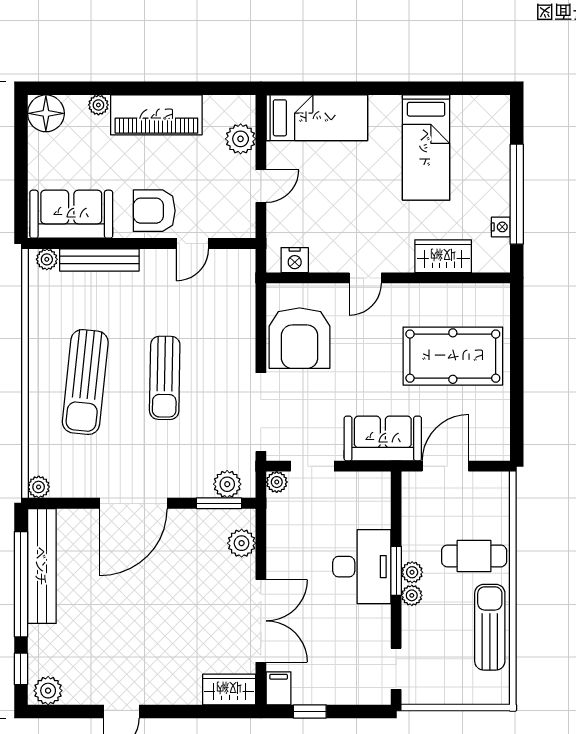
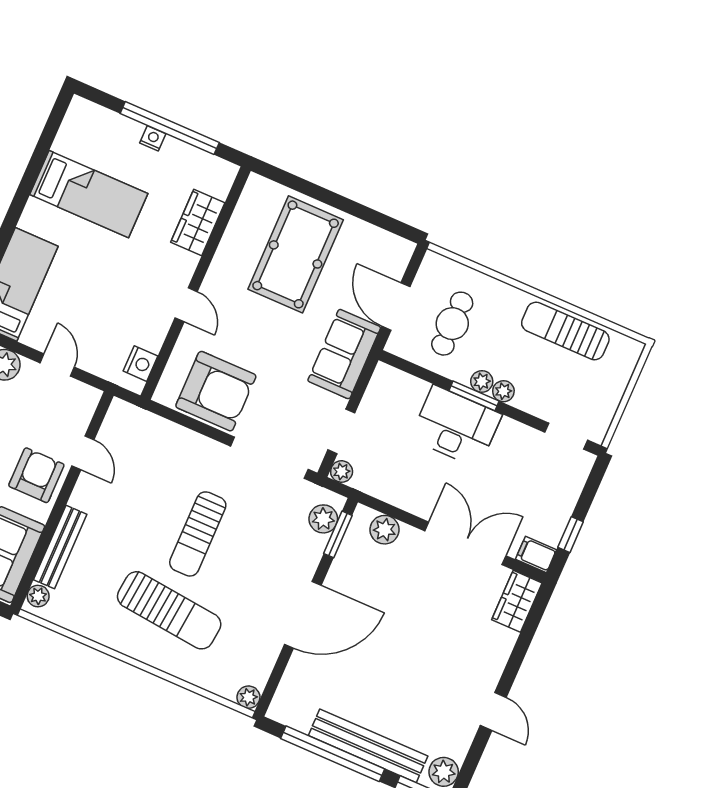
armchair: (154, 211) -> (36, 475), turned 180
nightstand: (501, 227) -> (153, 138), moved
sun lounger: (165, 378) -> (198, 534), turned 89
door: (134, 503) -> (303, 615), hinge flipped
cafe table: (474, 556) -> (452, 324), moved
bench: (42, 566) -> (368, 746), moved

